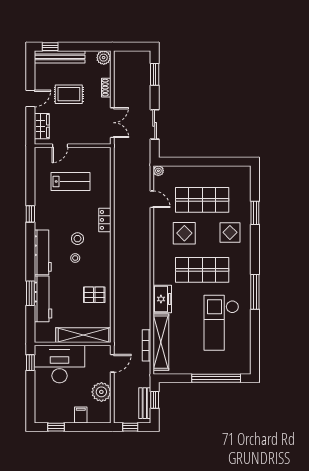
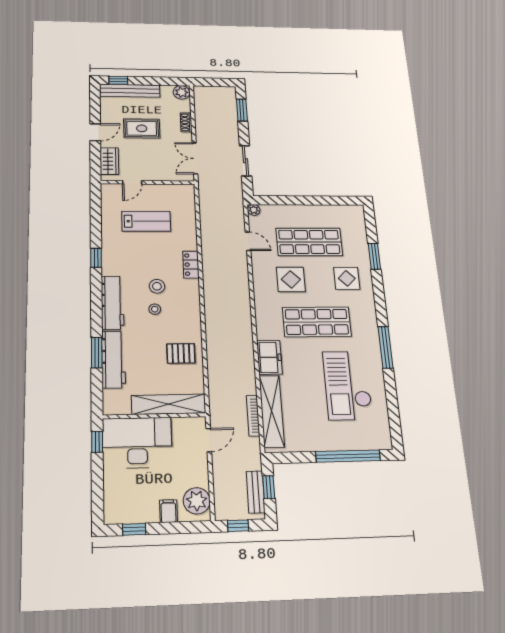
double door: (112, 123) -> (195, 158), swing flipped
plant: (101, 392) -> (197, 501), moved

